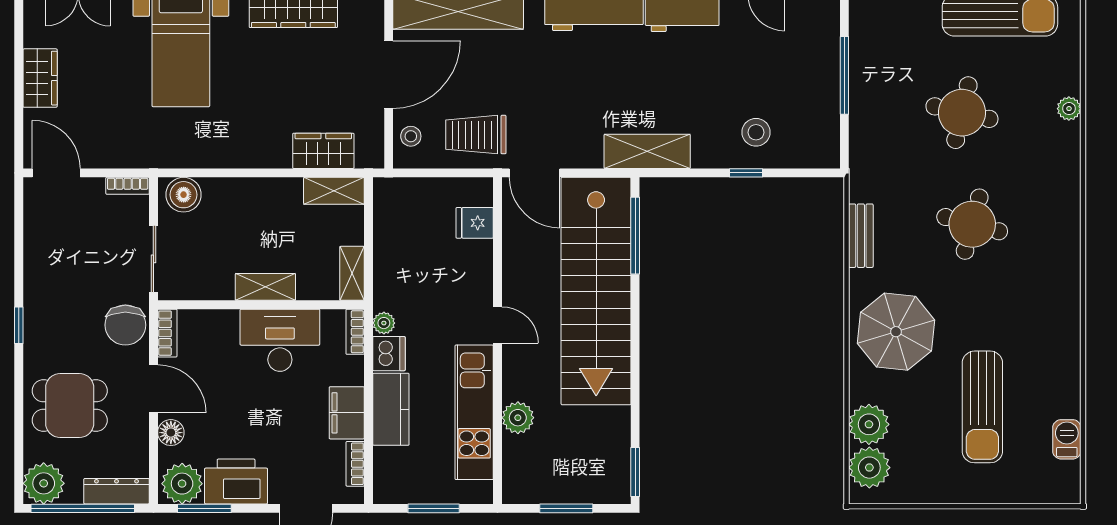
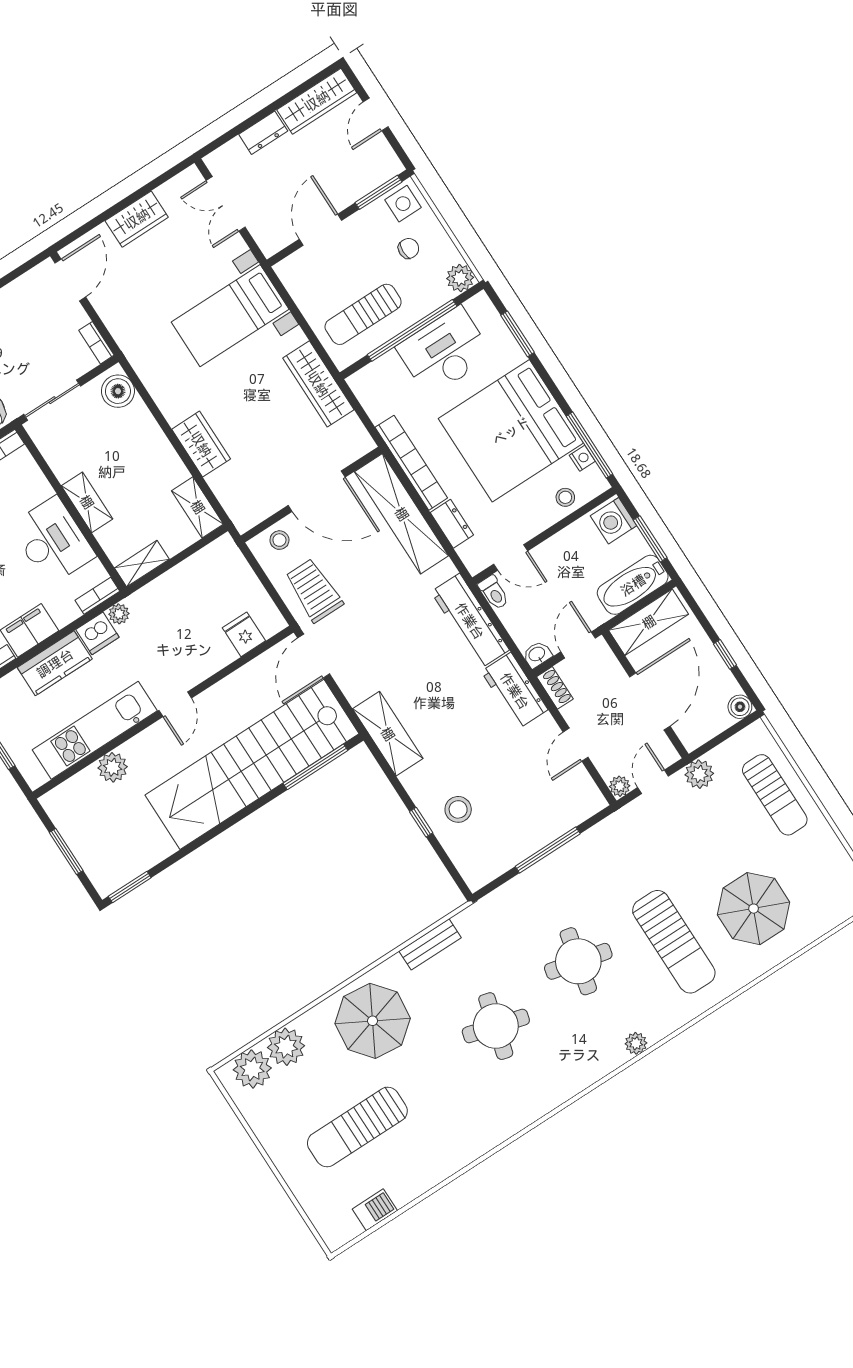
wardrobe: (323, 151) -> (201, 444), moved

